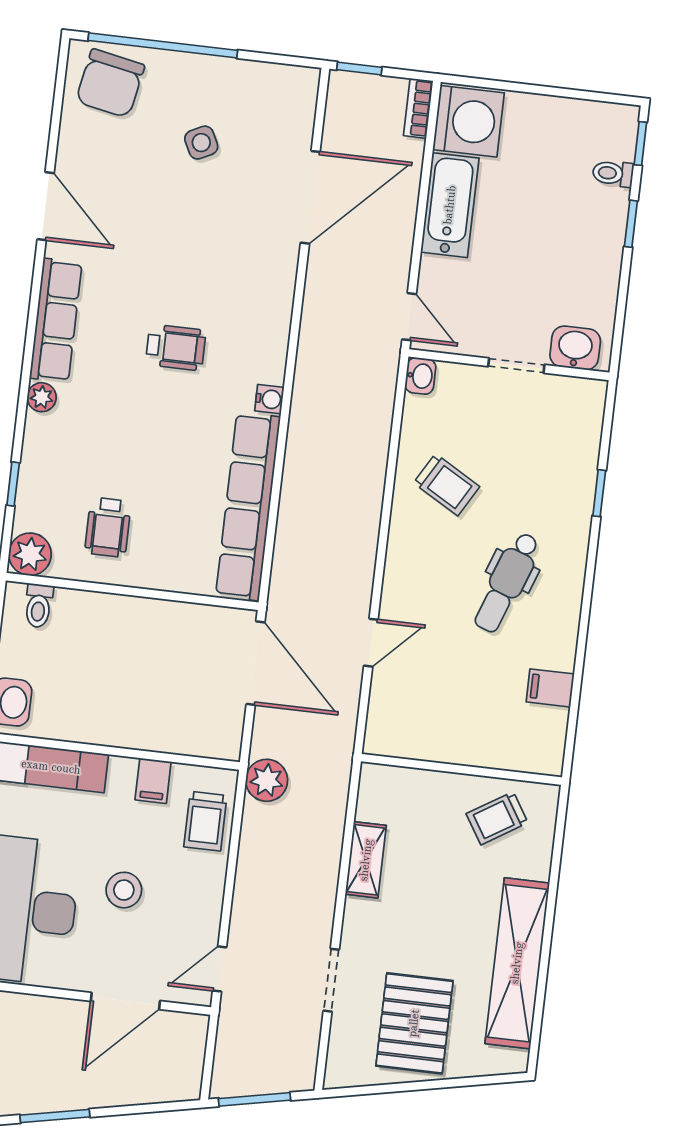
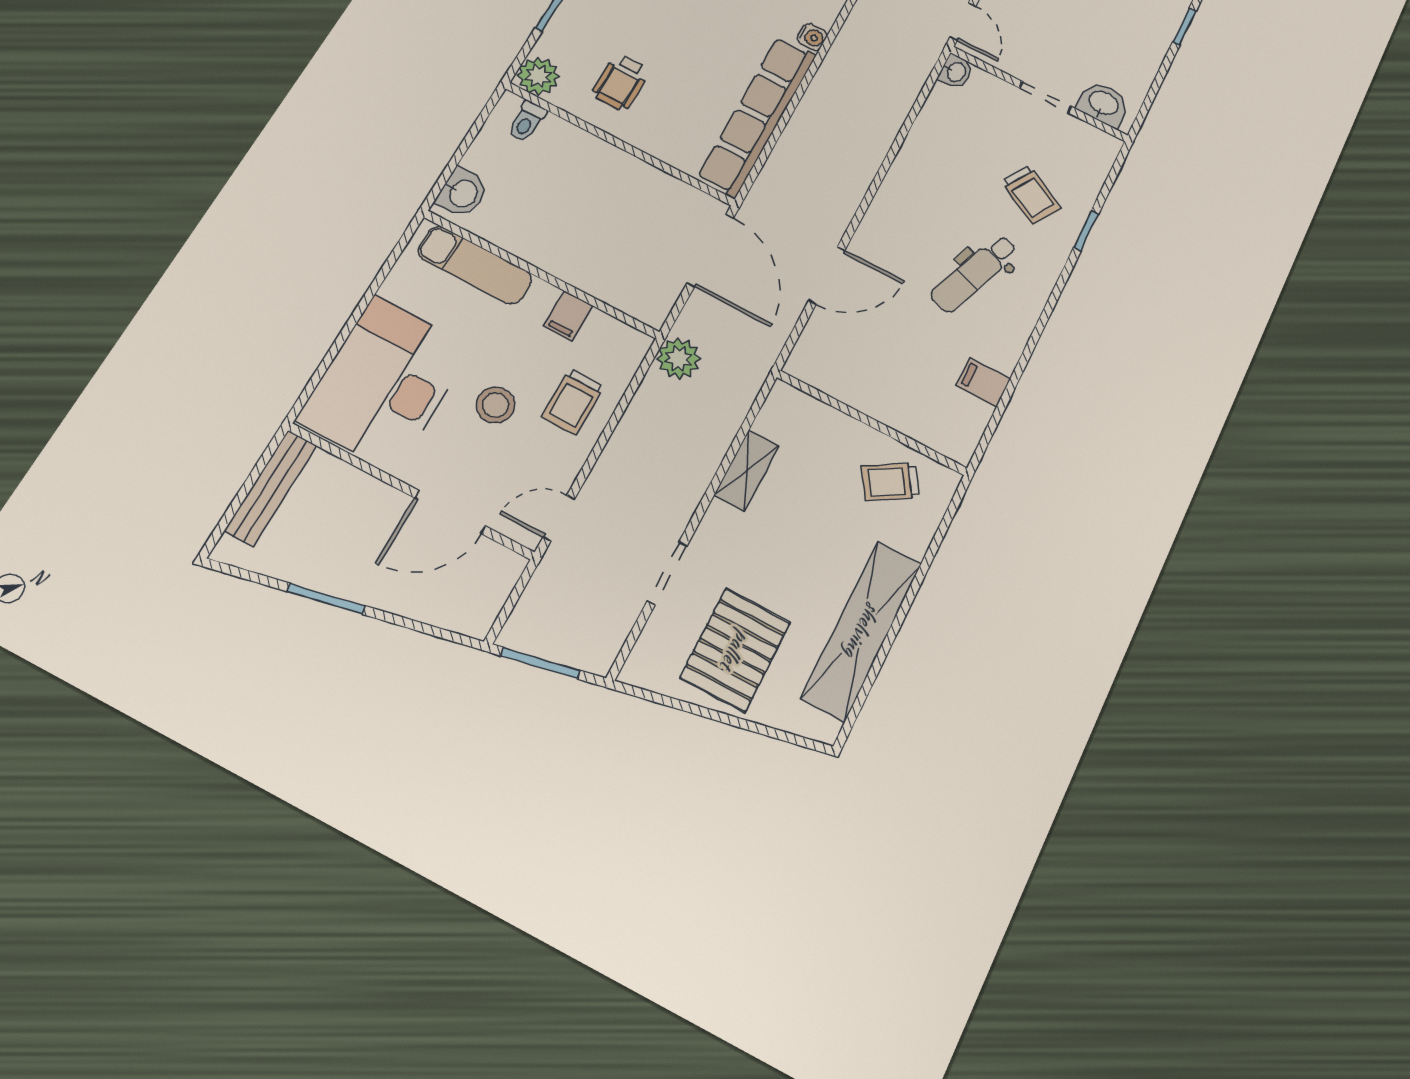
trolley: (447, 485) -> (1031, 195), moved
door: (371, 643) -> (827, 275), width x1.38
trolley: (205, 821) -> (573, 402), moved

